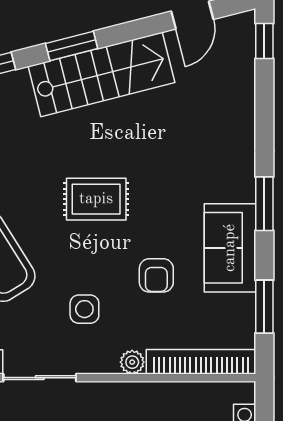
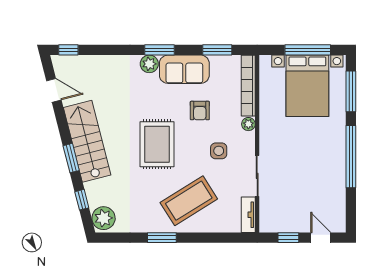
plant: (240, 185) -> (149, 64), added
rug: (96, 199) -> (157, 144), width x1.36, depth x1.43
armchair: (156, 275) -> (200, 111), turned 90

